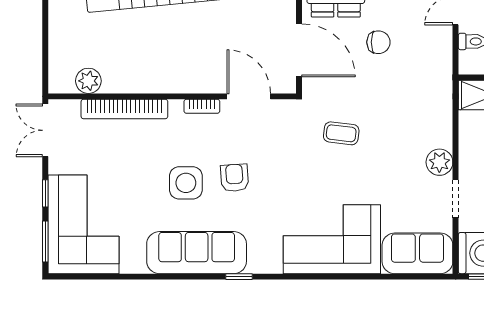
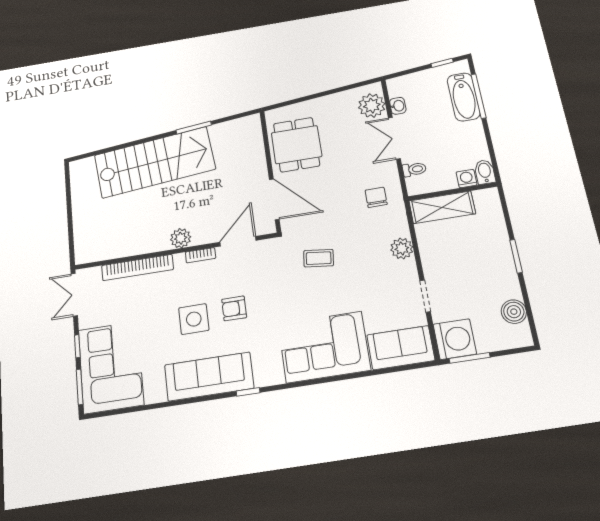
chair: (378, 42) -> (376, 197), moved, turned -90
plant: (88, 81) -> (181, 238), moved
door: (249, 96) -> (238, 241), hinge flipped
plant: (439, 162) -> (402, 248), moved
armchair: (234, 178) -> (234, 308), turned -86

